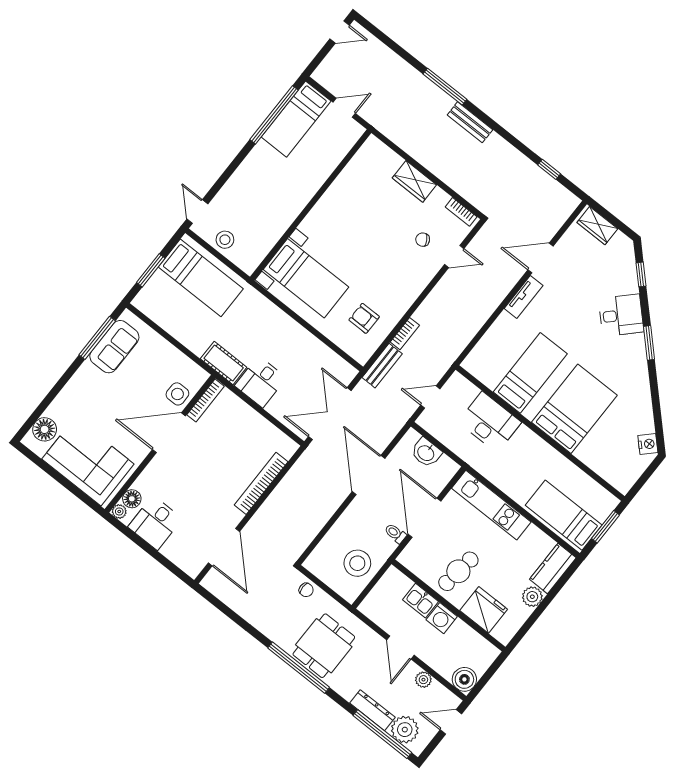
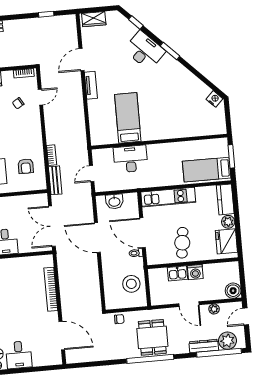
desk: (621, 315) -> (145, 51), width x1.37
armchair: (364, 318) -> (26, 166), turned -90
bed: (574, 409) -> (164, 115), removed
fridge: (484, 610) -> (226, 241), moved, turned -90

